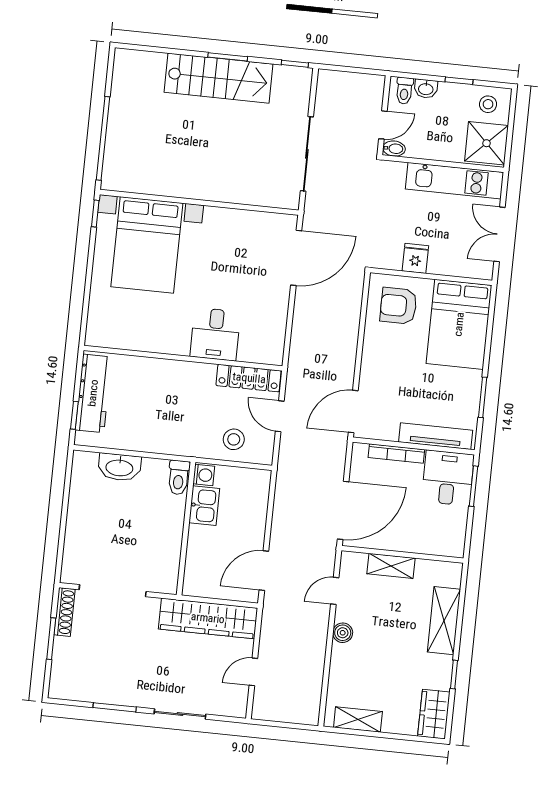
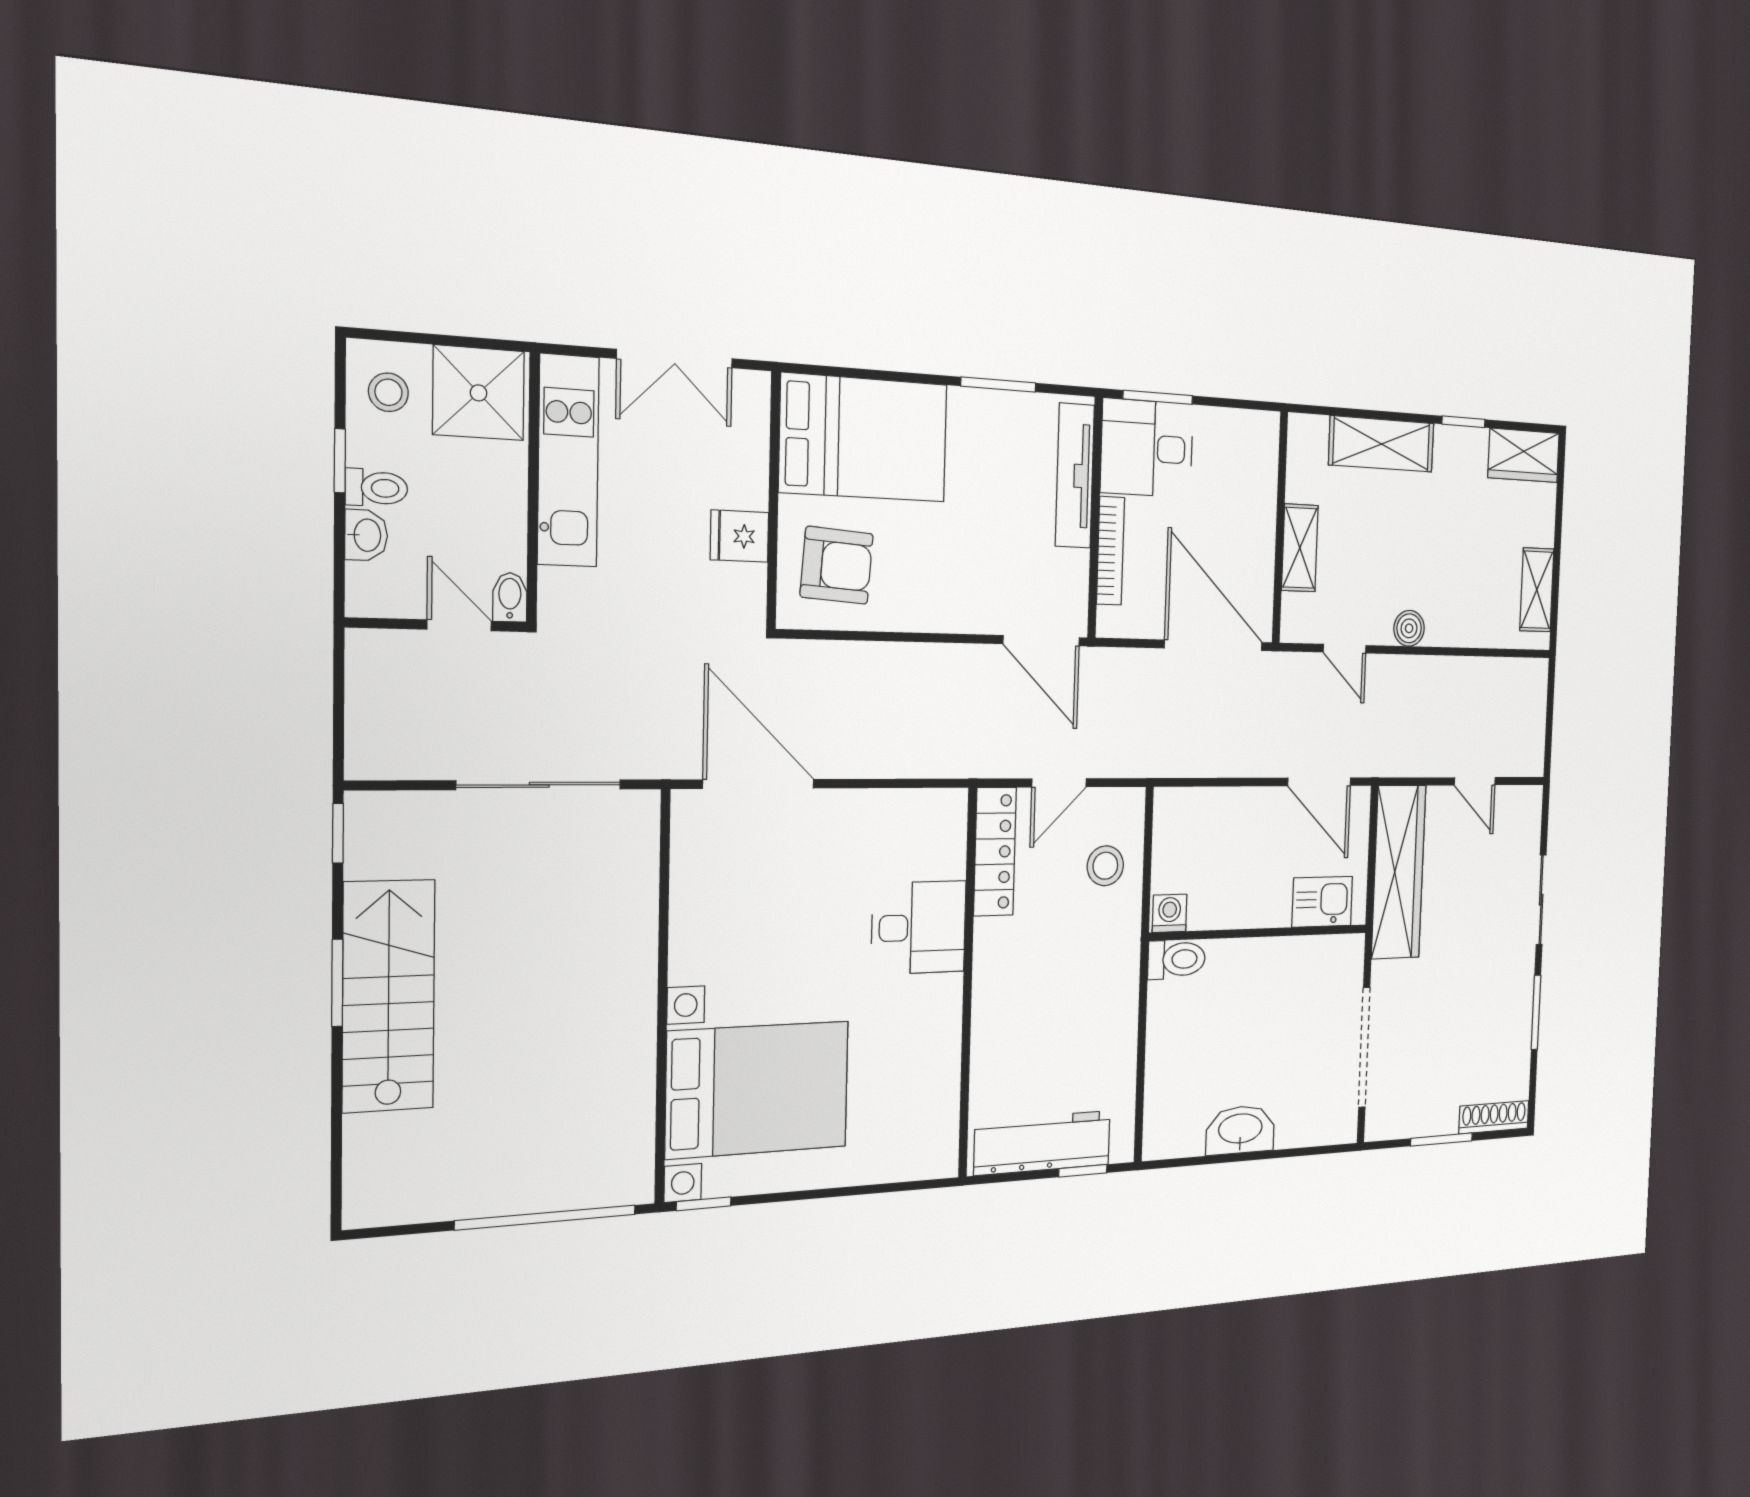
toilet: (404, 91) -> (376, 488), moved
armchair: (398, 306) -> (837, 565), turned -86
washbasin: (119, 467) -> (1240, 1130), moved, turned -90
kitchen sink: (204, 506) -> (1322, 902), moved
shoe rack: (65, 612) -> (1494, 1117), moved

